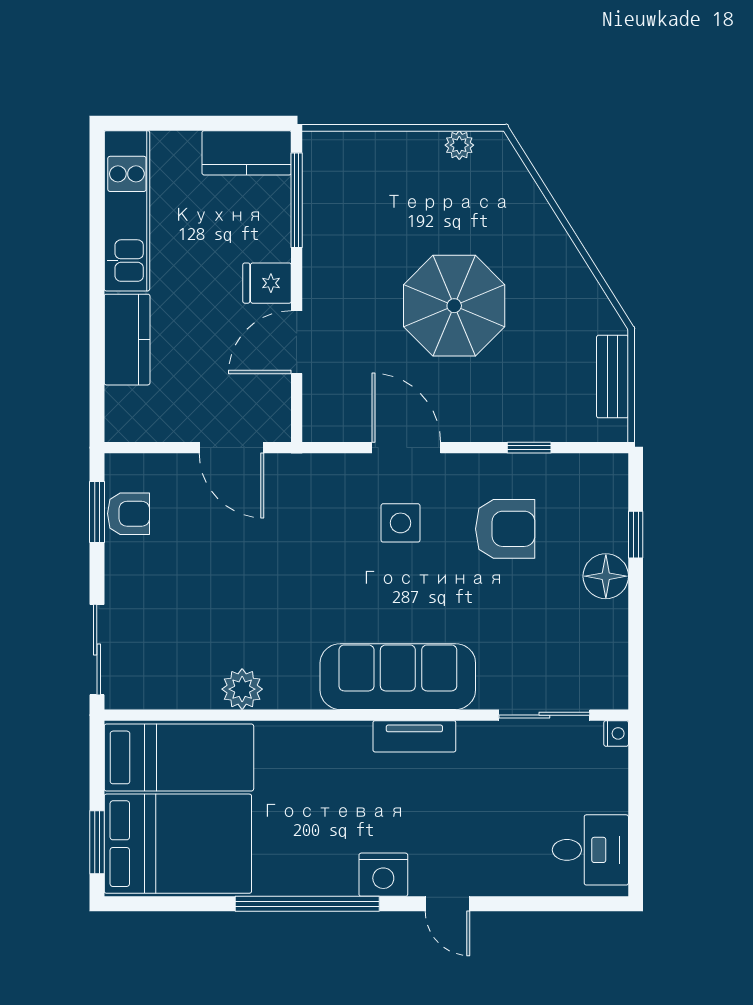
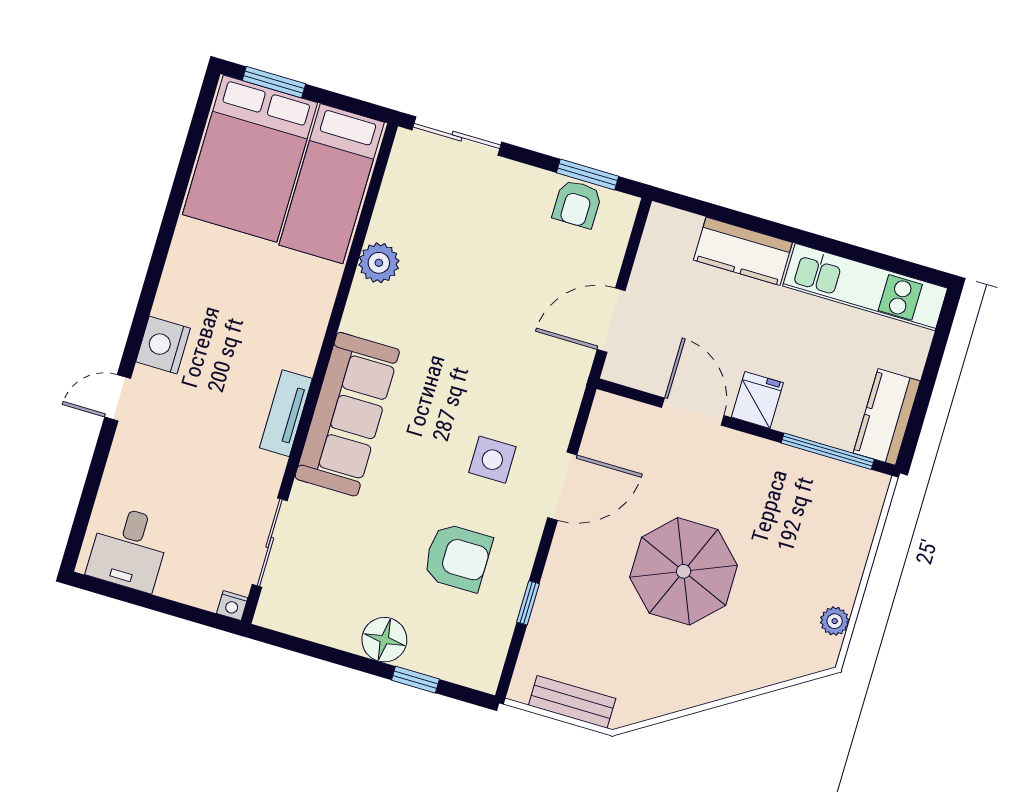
armchair: (505, 529) -> (457, 557), turned -90
window: (307, 904) -> (157, 265), removed

